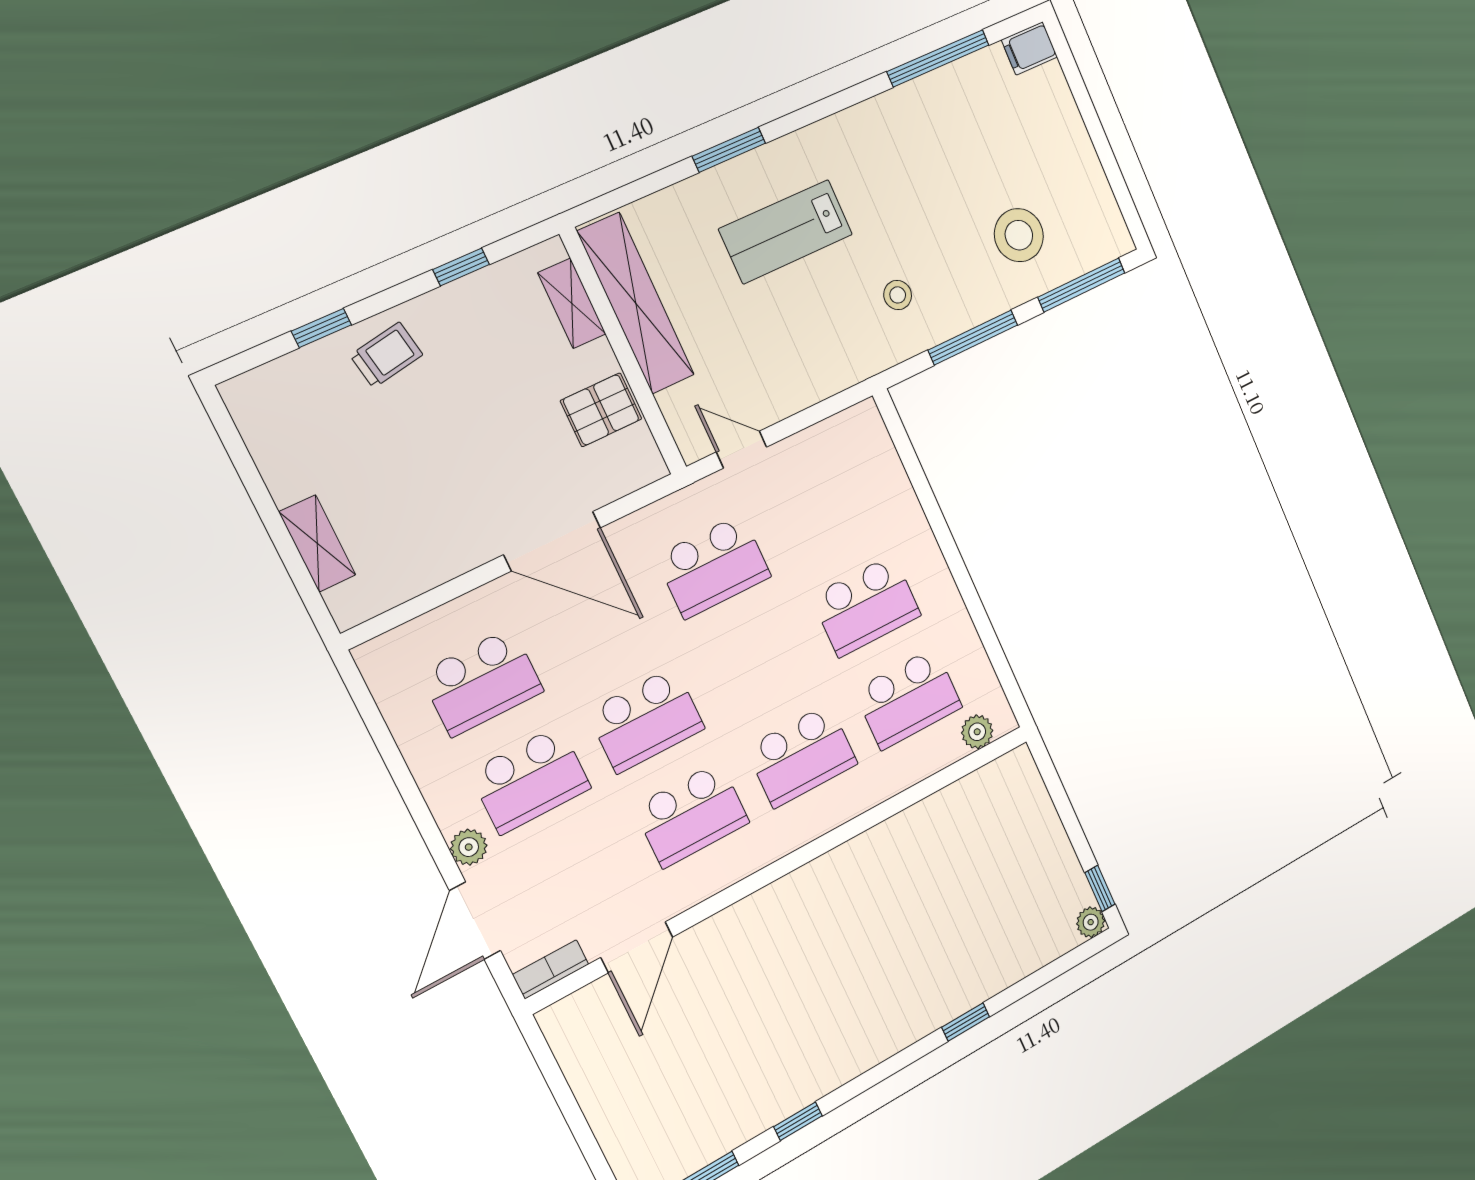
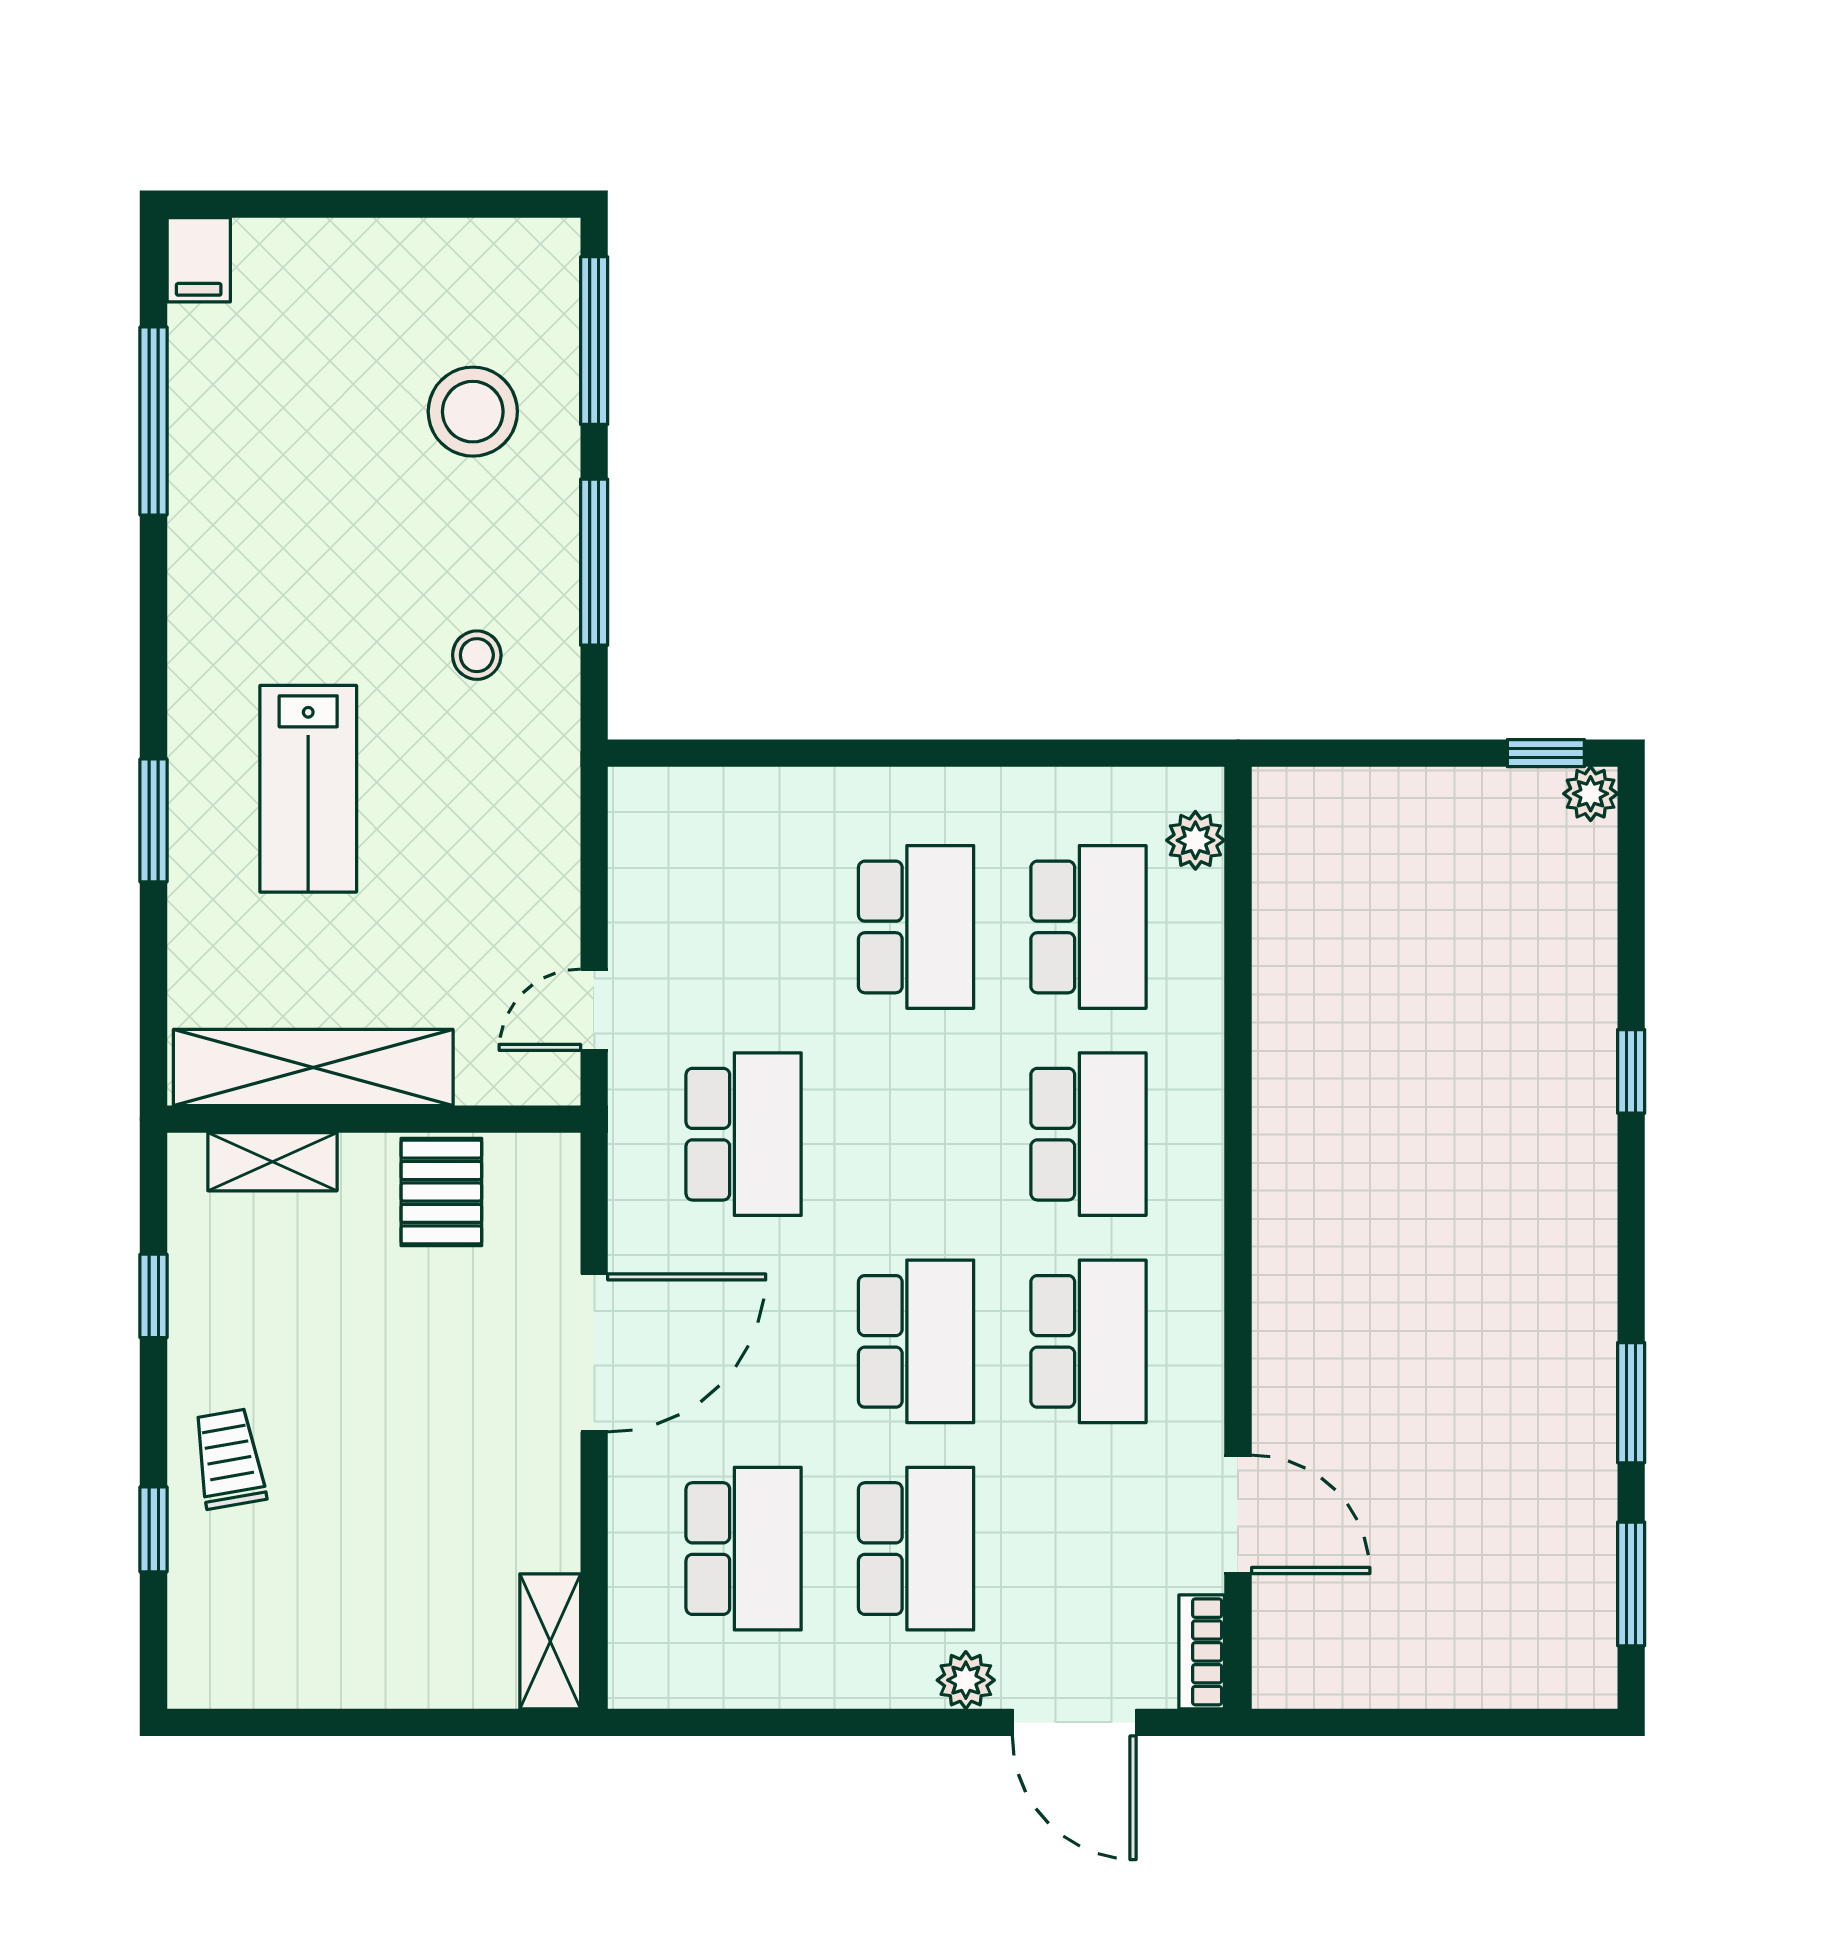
shelving: (317, 543) -> (550, 1641), moved, turned 90
window: (798, 1121) -> (1631, 1403), width x1.50

